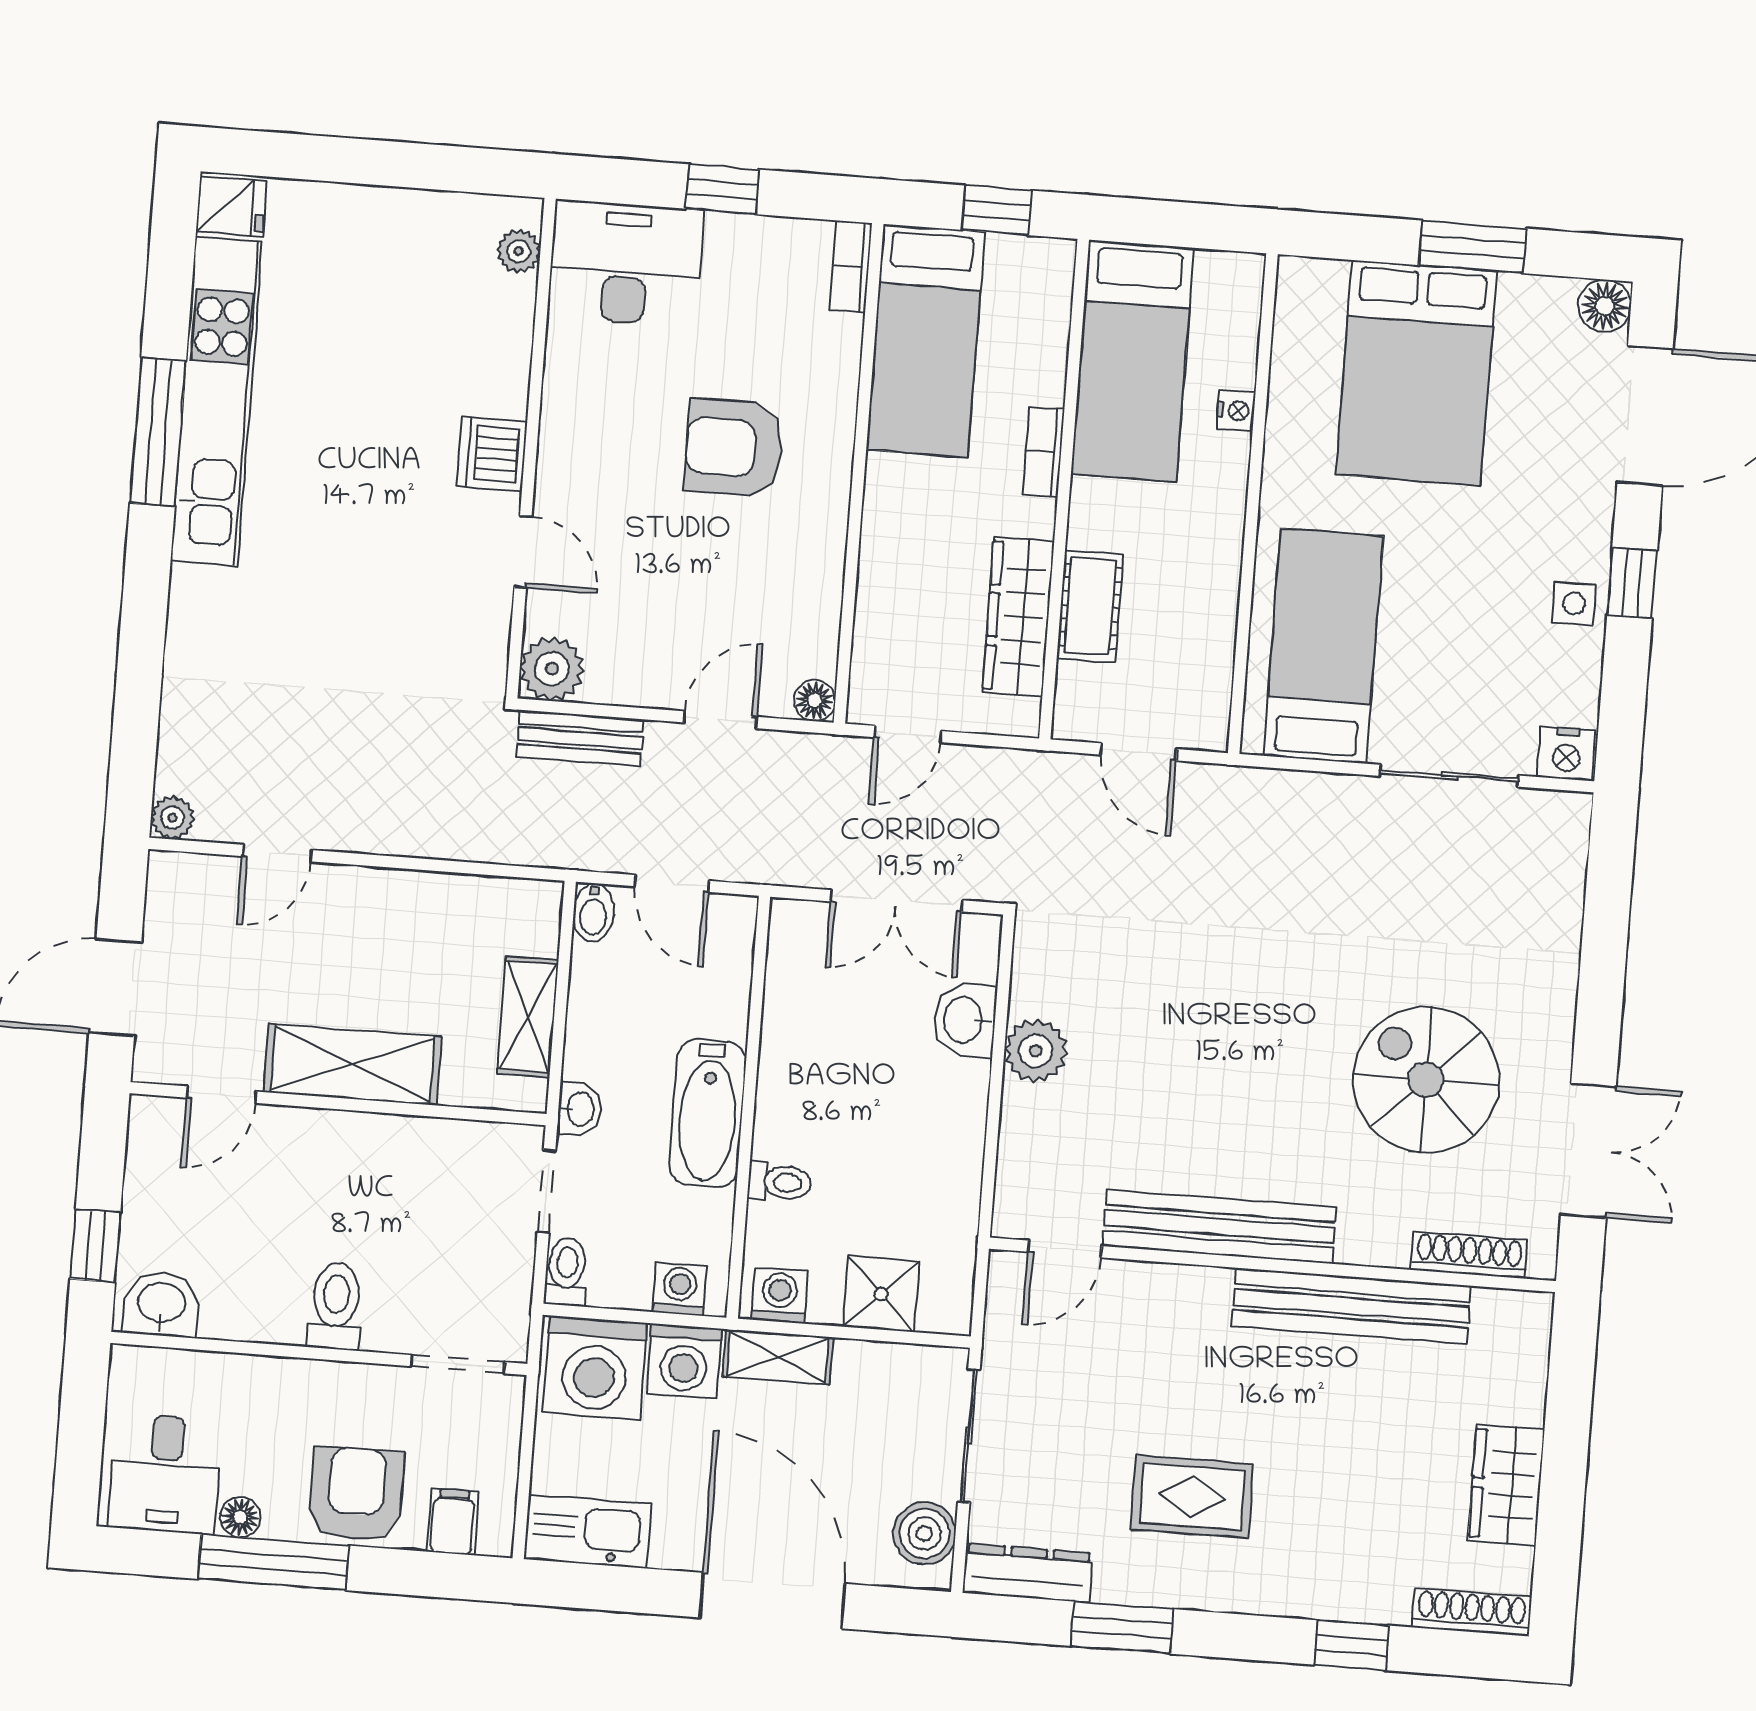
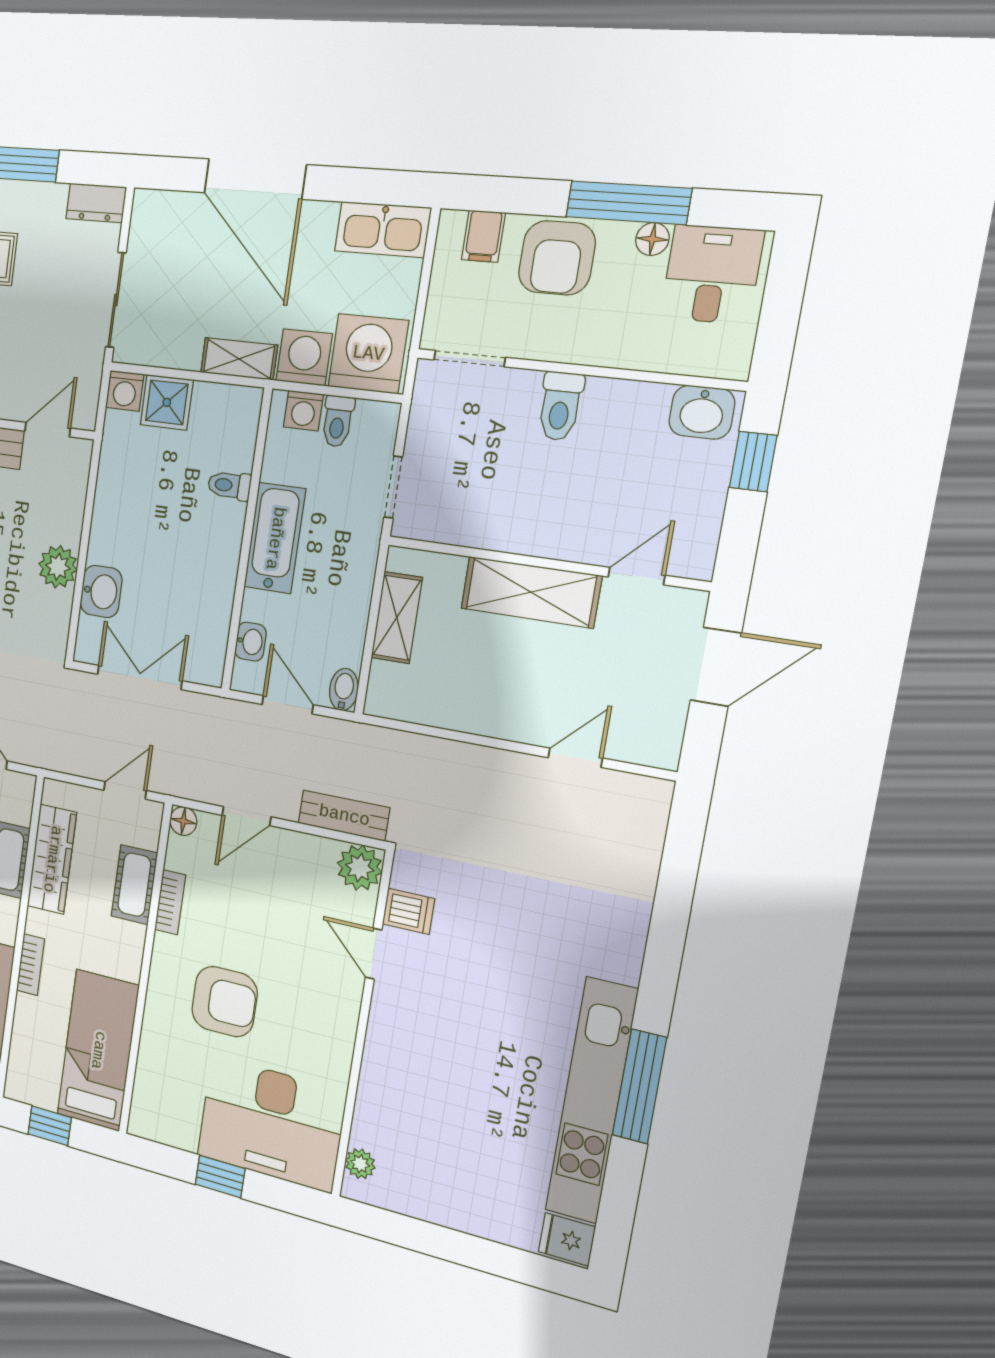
desk: (626, 263) -> (271, 1124), width x1.36, depth x1.30
bookcase: (851, 266) -> (170, 902), moved
dishwasher: (492, 454) -> (408, 911), moved, width x0.73
cot: (884, 597) -> (134, 885), added
plant: (173, 818) -> (656, 794), removed
washbasin: (579, 1109) -> (250, 642), moved, turned 180
toilet: (567, 1272) -> (338, 421), moved
washing machine: (779, 1295) -> (125, 391), moved
boiler: (925, 1533) -> (149, 230), removed
dresser: (1028, 1573) -> (96, 203), width x0.70

